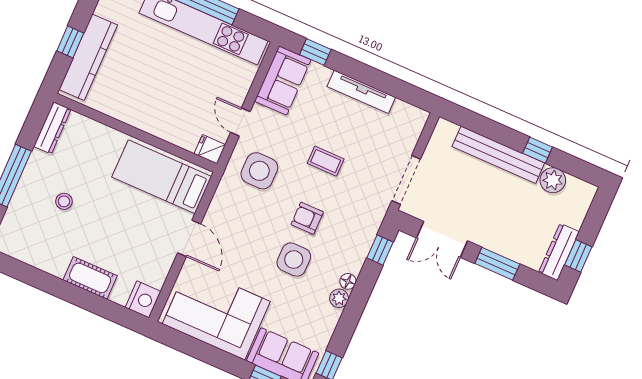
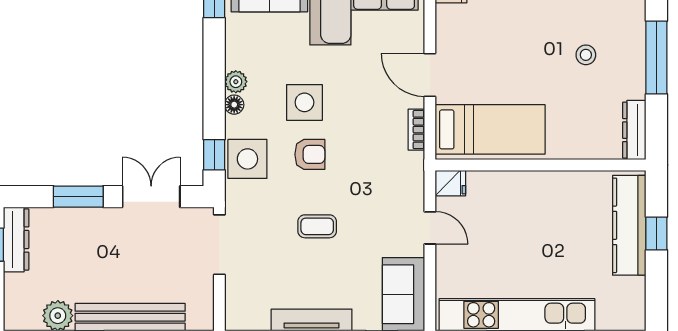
side table: (259, 171) -> (247, 159), moved
bookcase: (218, 201) -> (416, 130), added

